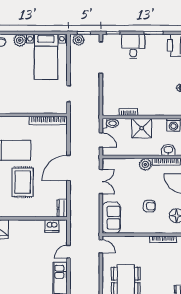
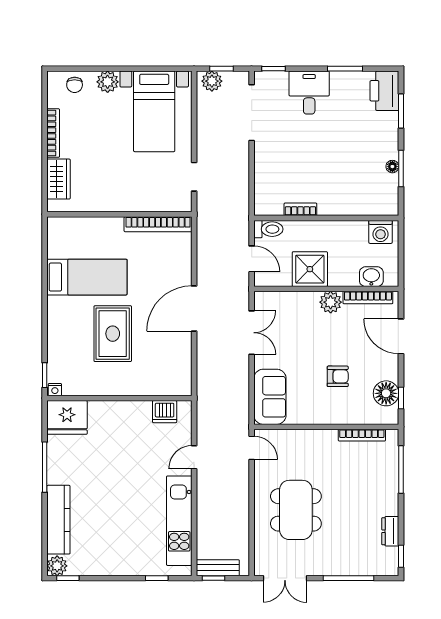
shower: (142, 128) -> (310, 269), moved
dresser: (62, 208) -> (183, 380), removed

